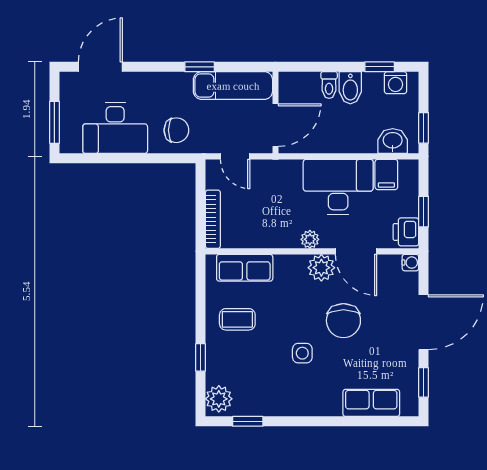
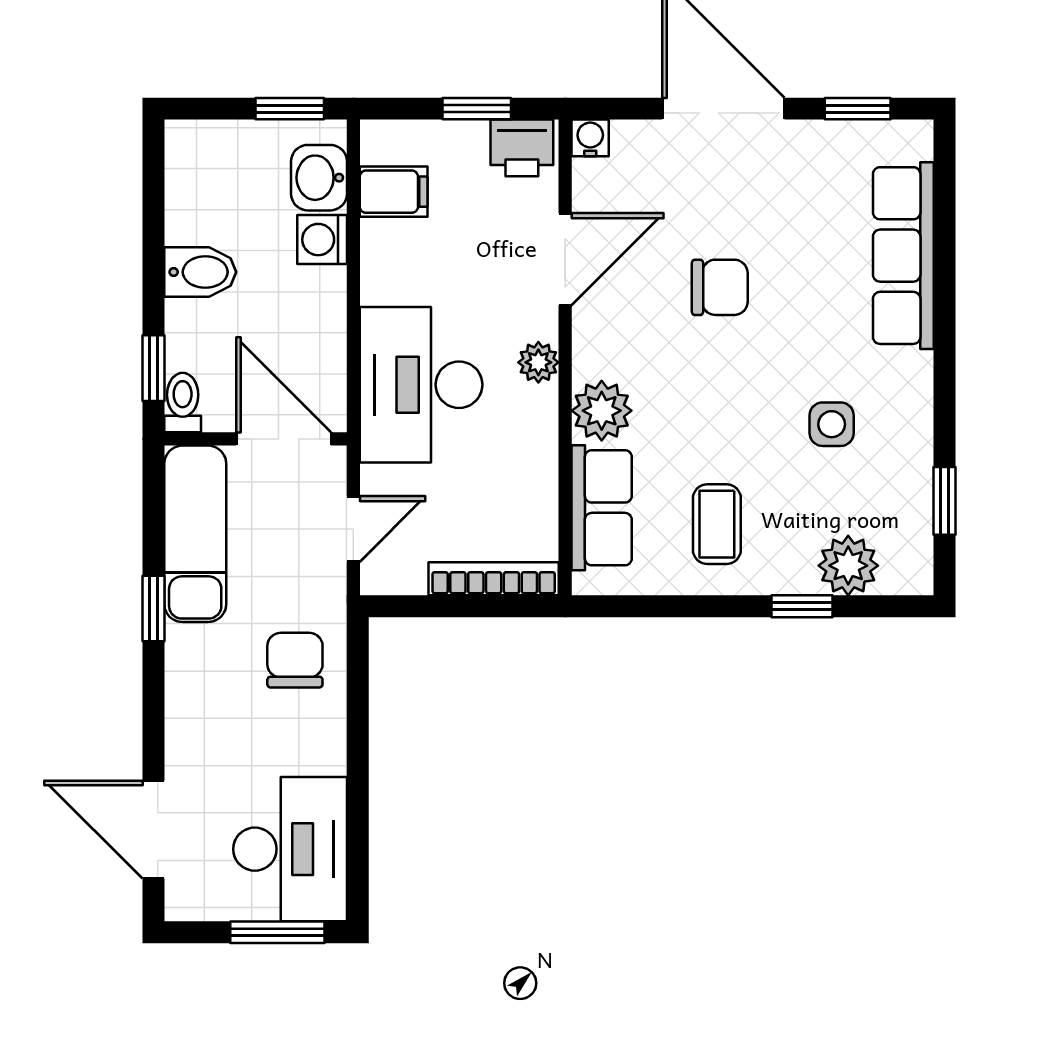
window: (380, 67) -> (153, 368), moved
washing machine: (396, 83) -> (322, 240), moved, turned 180
toilet: (329, 85) -> (183, 403), moved, turned -90
desk: (115, 128) -> (290, 849), moved
desk: (338, 187) -> (421, 385), moved
plant: (321, 268) -> (602, 411), moved
chair: (343, 321) -> (720, 287), width x0.73, depth x0.73
side table: (302, 353) -> (832, 424), moved
plant: (219, 399) -> (848, 566), moved
row of seats: (371, 403) -> (903, 256), width x1.48

